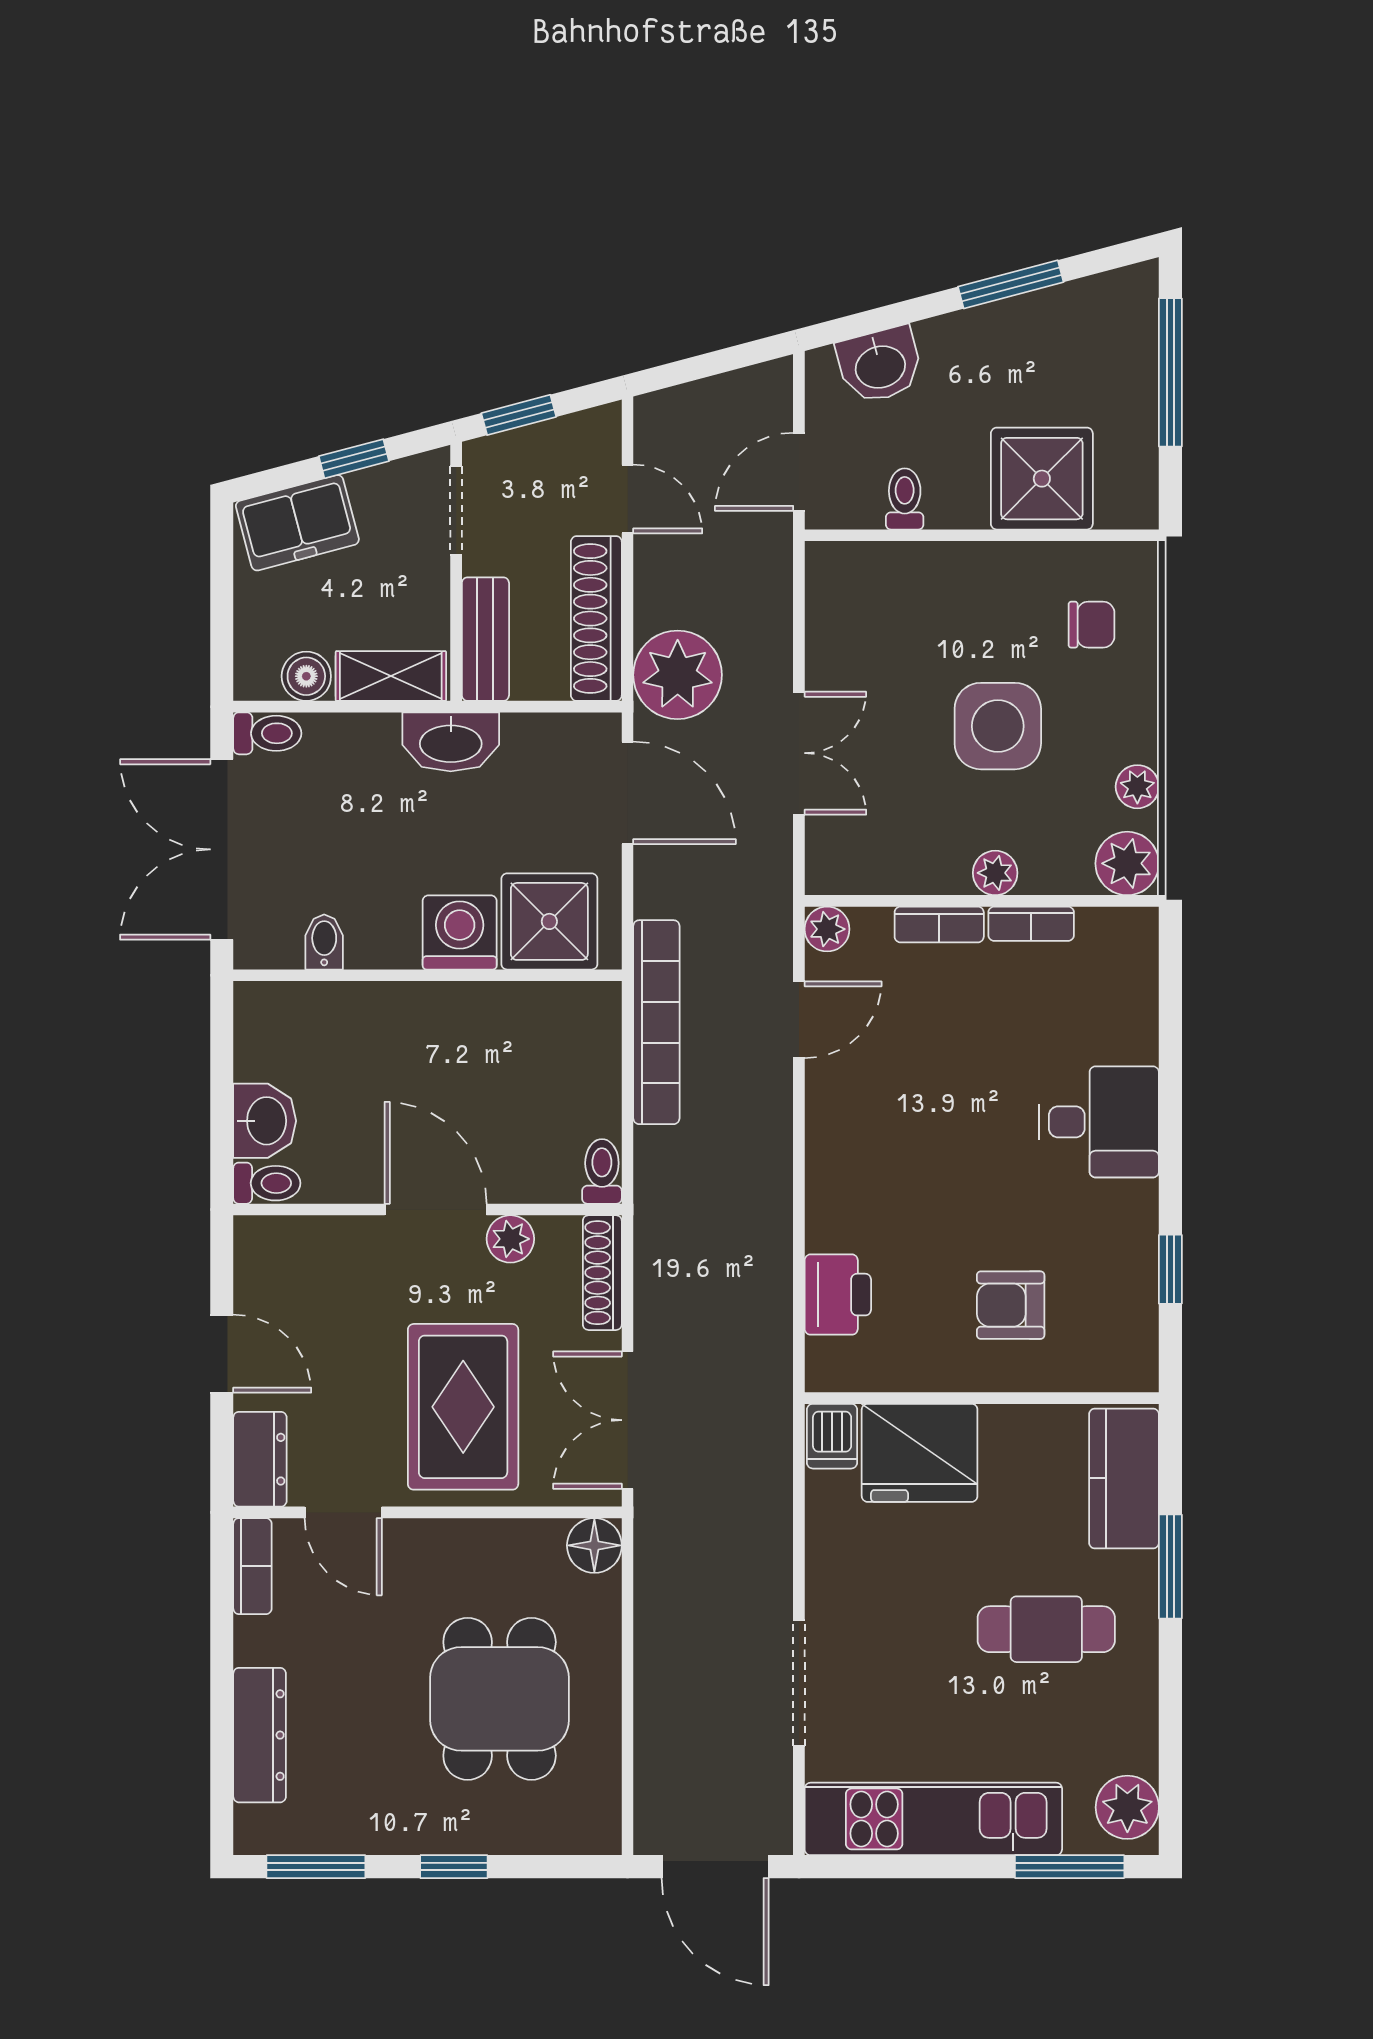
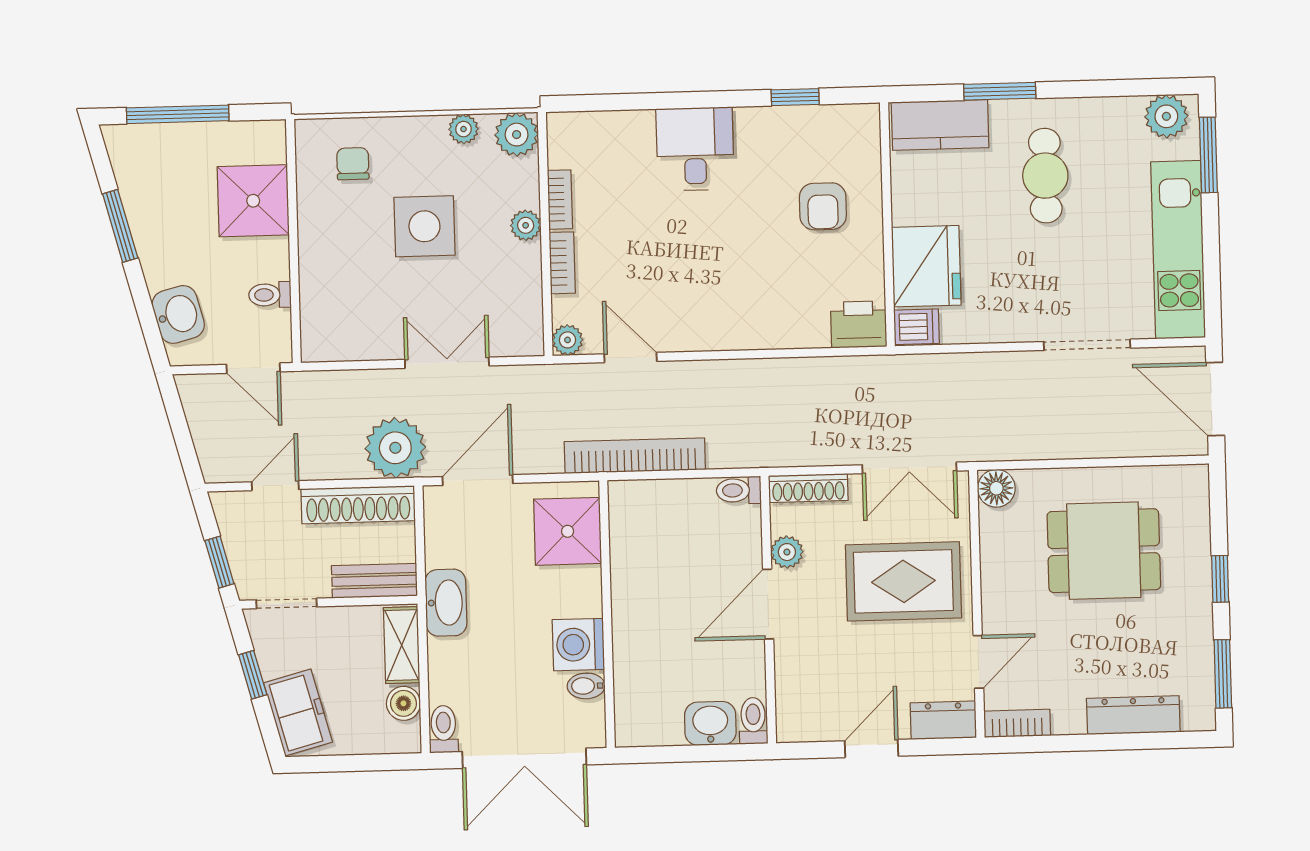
washing machine: (460, 932) -> (578, 645), moved
printer: (838, 1295) -> (859, 324), moved
door: (715, 1867) -> (1215, 399), swing flipped

